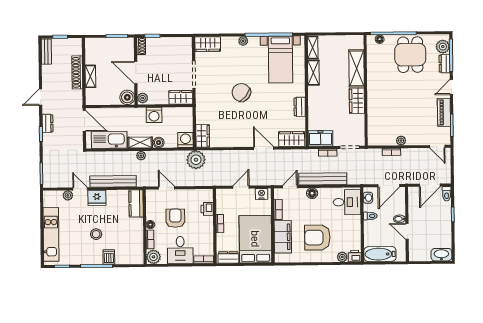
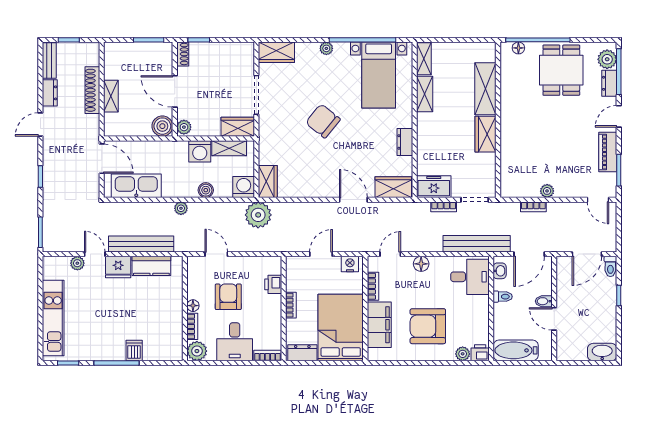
dresser: (48, 123) -> (50, 93), moved
shelving: (140, 143) -> (229, 148), moved
bench: (323, 179) -> (477, 244), moved
kitchen counter: (136, 203) -> (151, 266), moved, turned -90
stool: (96, 234) -> (117, 318), removed

